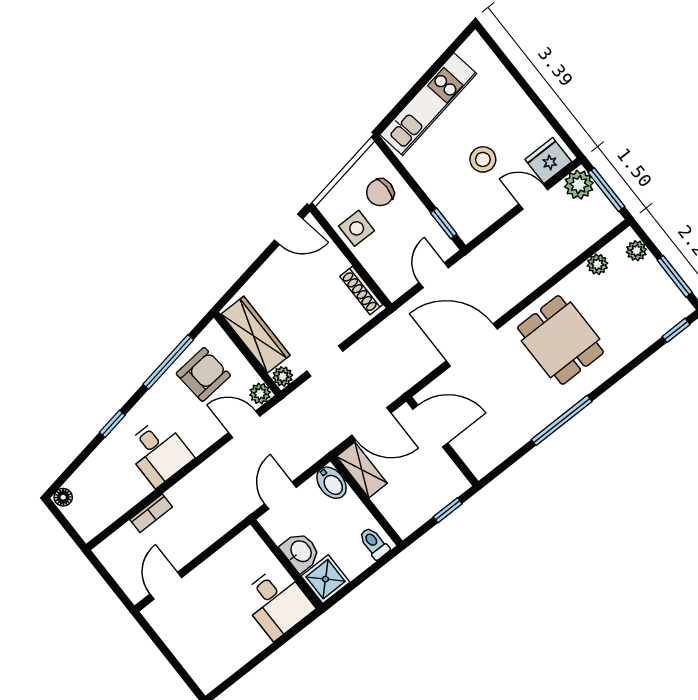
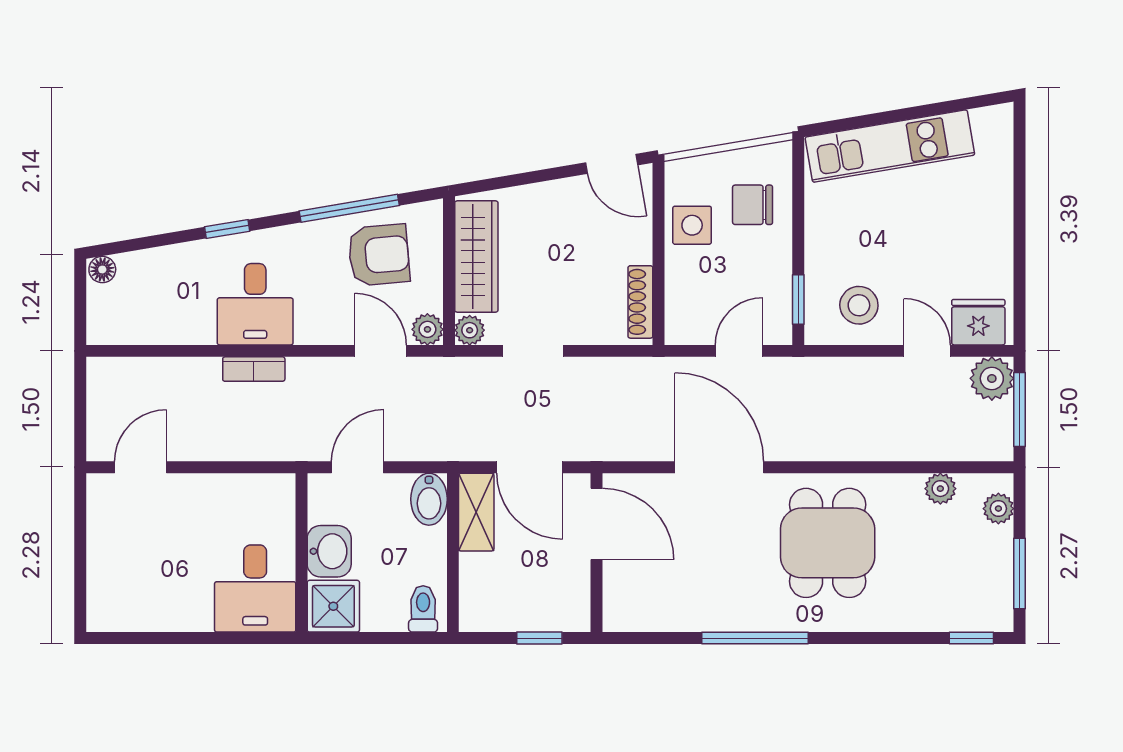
stool: (483, 159) -> (859, 305), moved
bookcase: (151, 513) -> (254, 369), moved

